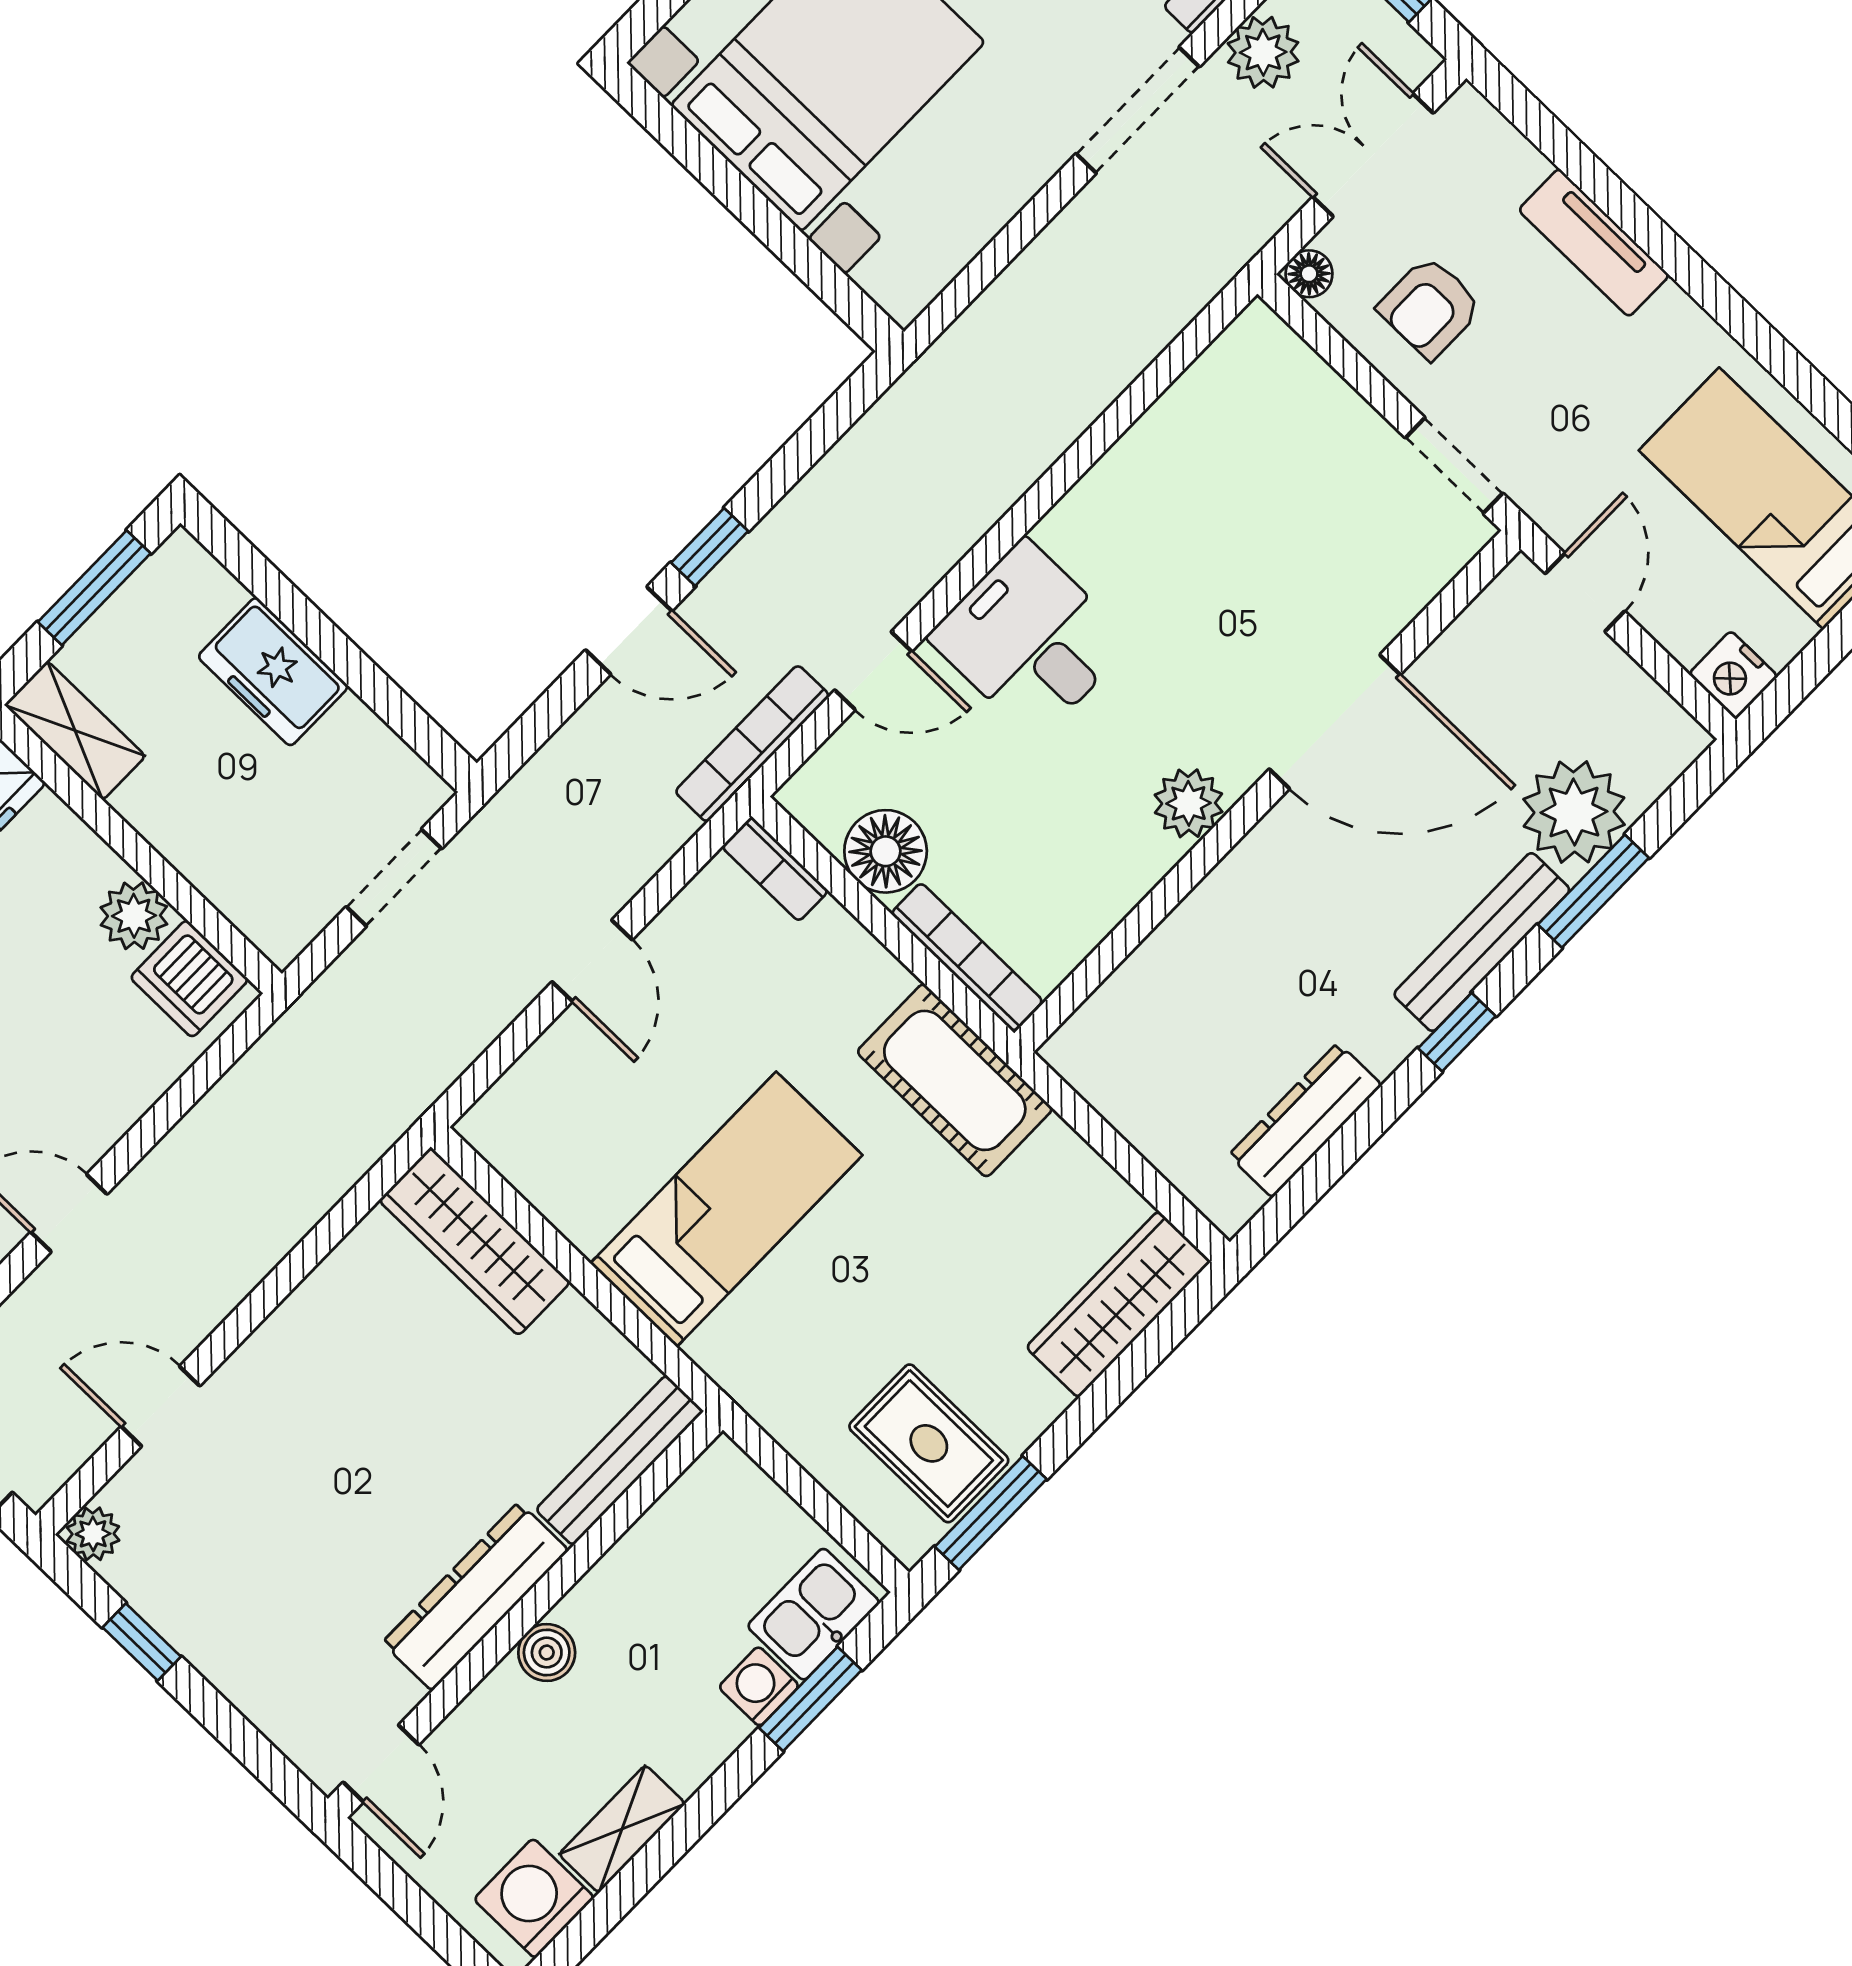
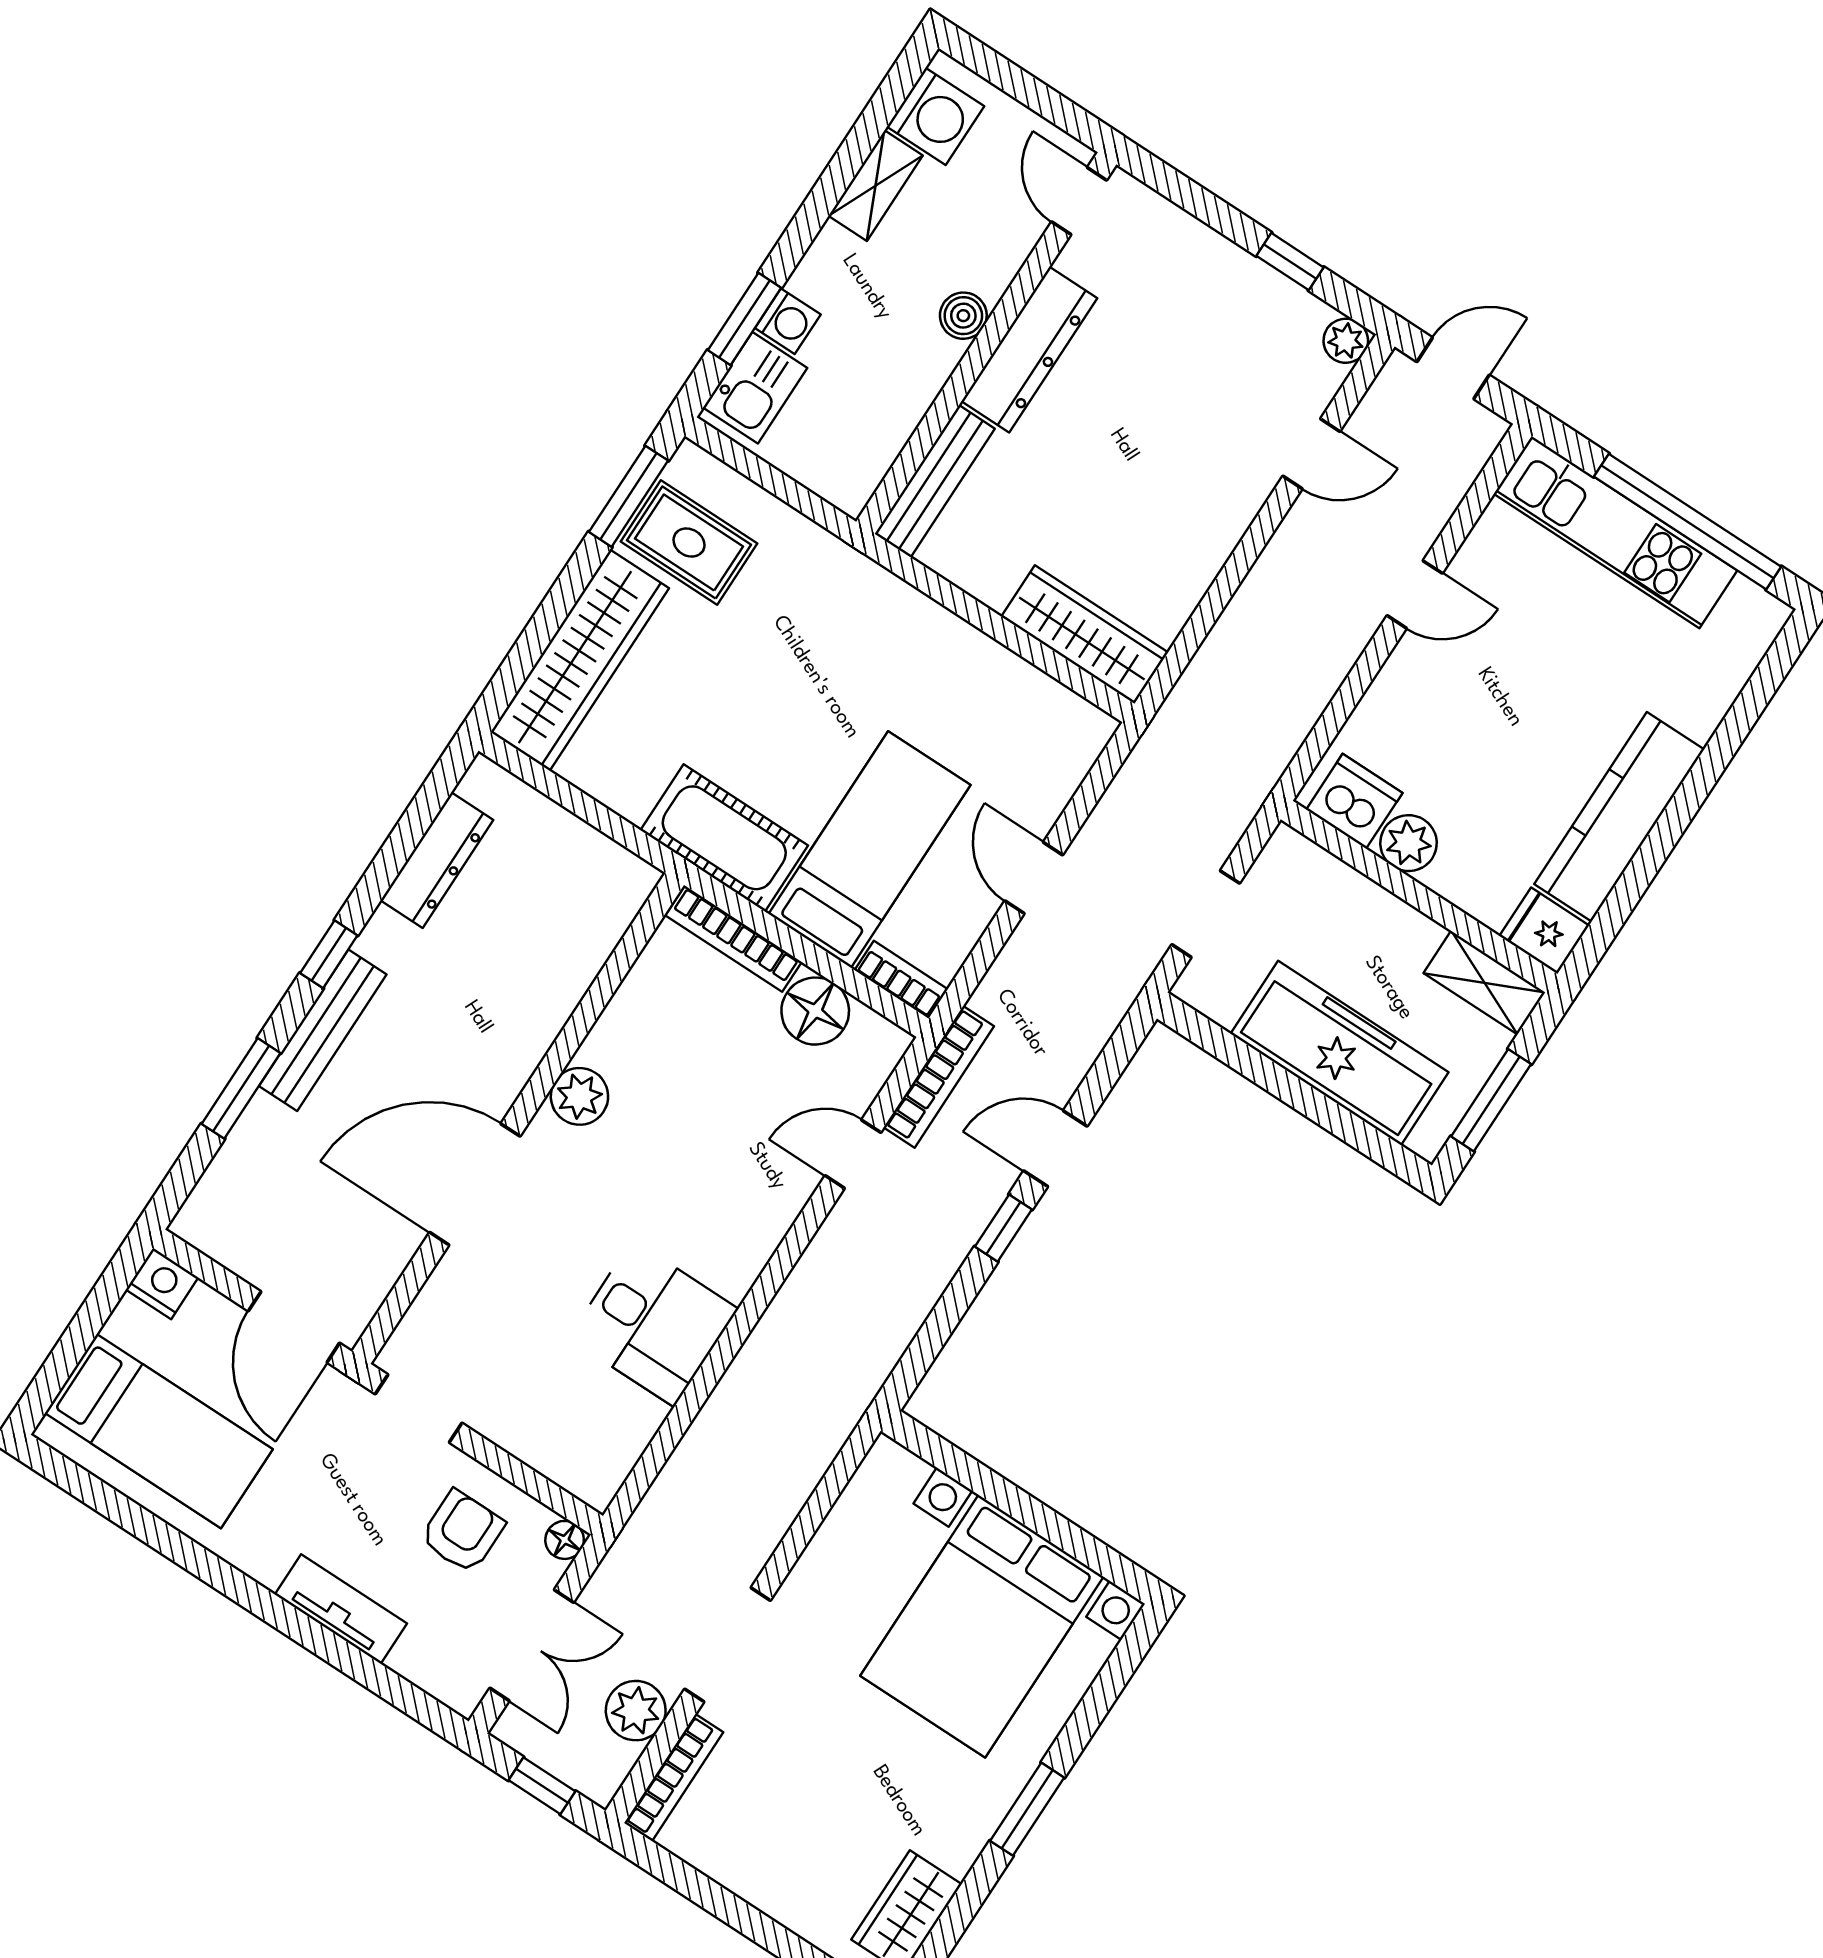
door: (1585, 592) -> (294, 1327), width x1.38
desk: (1030, 640) -> (653, 1323), moved
freezer: (273, 672) -> (1340, 1053), width x1.91, depth x1.26
plant: (1574, 812) -> (269, 1149), removed
bed: (726, 1209) -> (870, 850), moved, turned 180
wardrobe: (1118, 1304) -> (580, 660), width x1.40, depth x1.17

